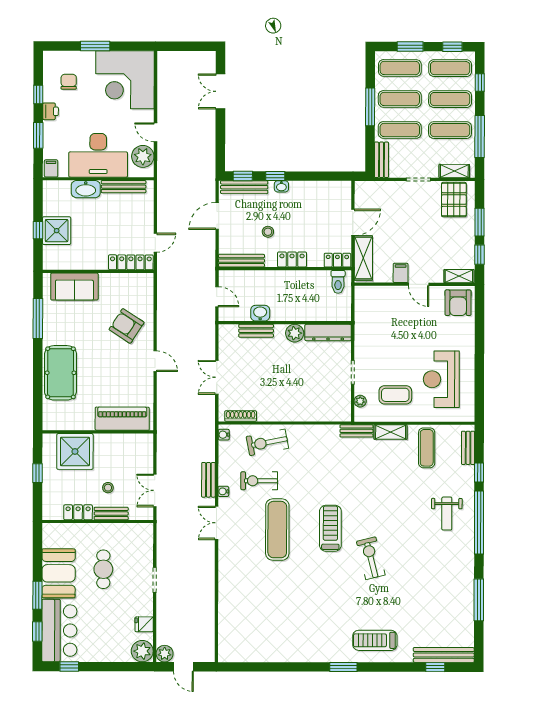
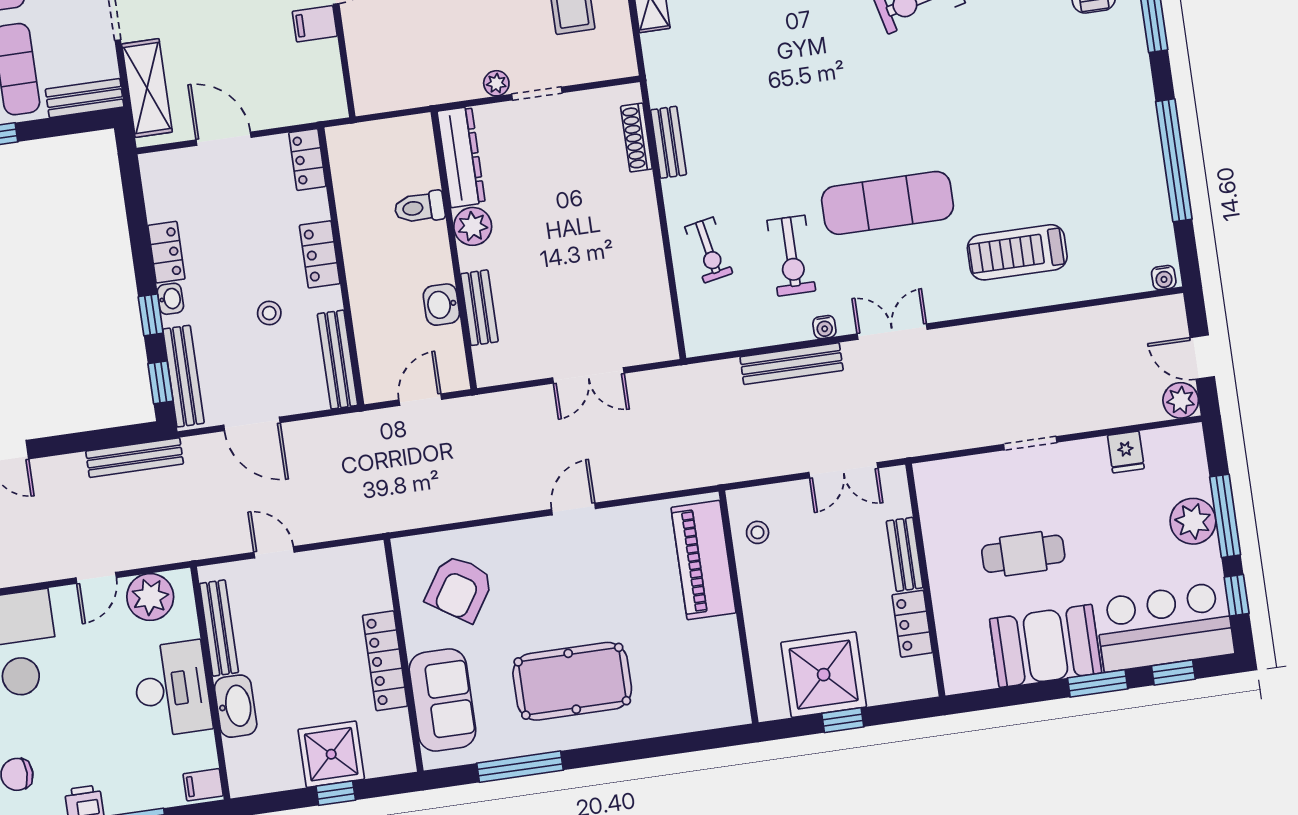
desk: (98, 155) -> (172, 689), width x0.73, depth x0.77
bench: (209, 159) -> (135, 458), added
locker: (304, 188) -> (166, 252), added
door: (155, 243) -> (274, 552), moved
shelving: (363, 258) -> (147, 88), moved, turned 90
locker: (131, 262) -> (385, 661), moved
toilet: (338, 282) -> (420, 207), moved, turned 180
armchair: (127, 326) -> (460, 588), moved
pool table: (61, 373) -> (572, 681), moved
plant: (360, 401) -> (496, 83), moved
shoe rack: (241, 416) -> (636, 138), moved
bench: (357, 431) -> (669, 142), moved
water cooler: (224, 435) -> (1164, 278), moved
exercise bike: (267, 442) -> (709, 250), width x0.73, depth x0.72
shower: (75, 451) -> (824, 675), moved
bench: (208, 480) -> (792, 364), width x1.36
stool: (108, 488) -> (758, 532), moved
double door: (217, 523) -> (892, 332), swing flipped
treadmill: (330, 528) -> (1017, 252), moved
plant: (142, 651) -> (1193, 521), moved
window: (107, 667) -> (1225, 516), added
door: (183, 667) -> (1202, 357), swing flipped
window: (278, 667) -> (1174, 160), added

